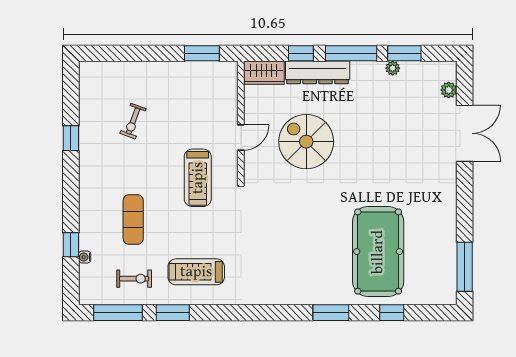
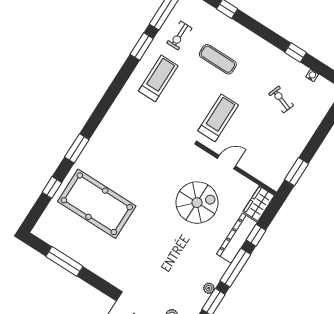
door: (241, 137) -> (226, 162), swing flipped
treadmill: (198, 178) -> (218, 118), turned 90
water cooler: (85, 257) -> (312, 75), moved
window: (465, 267) -> (64, 261), moved

